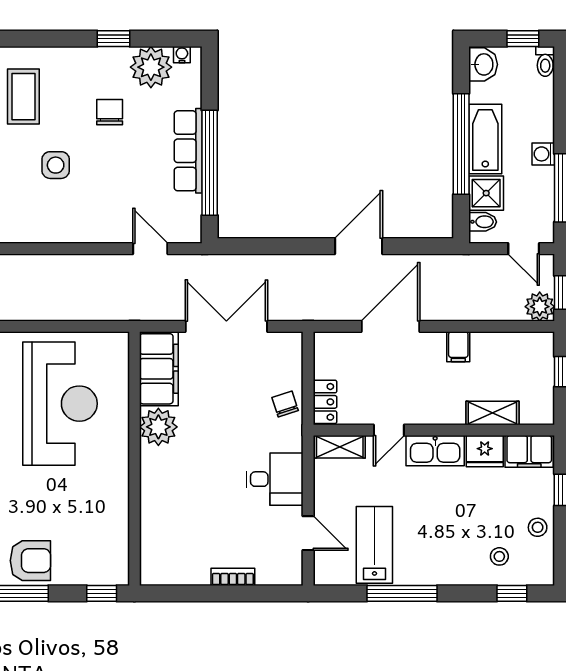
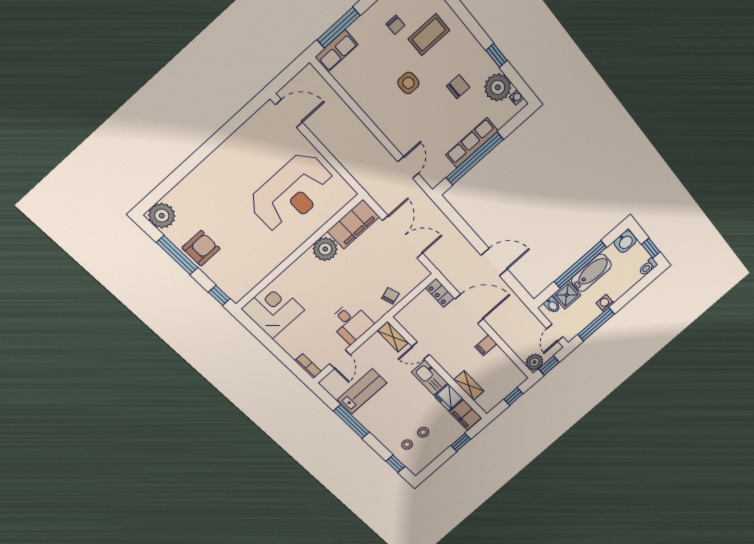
locker: (325, 402) -> (440, 293), moved, turned 90
stool: (538, 527) -> (423, 432), moved
corner desk: (174, 551) -> (273, 309), added
armchair: (30, 561) -> (201, 248), turned -90
bookcase: (233, 577) -> (308, 366), moved

